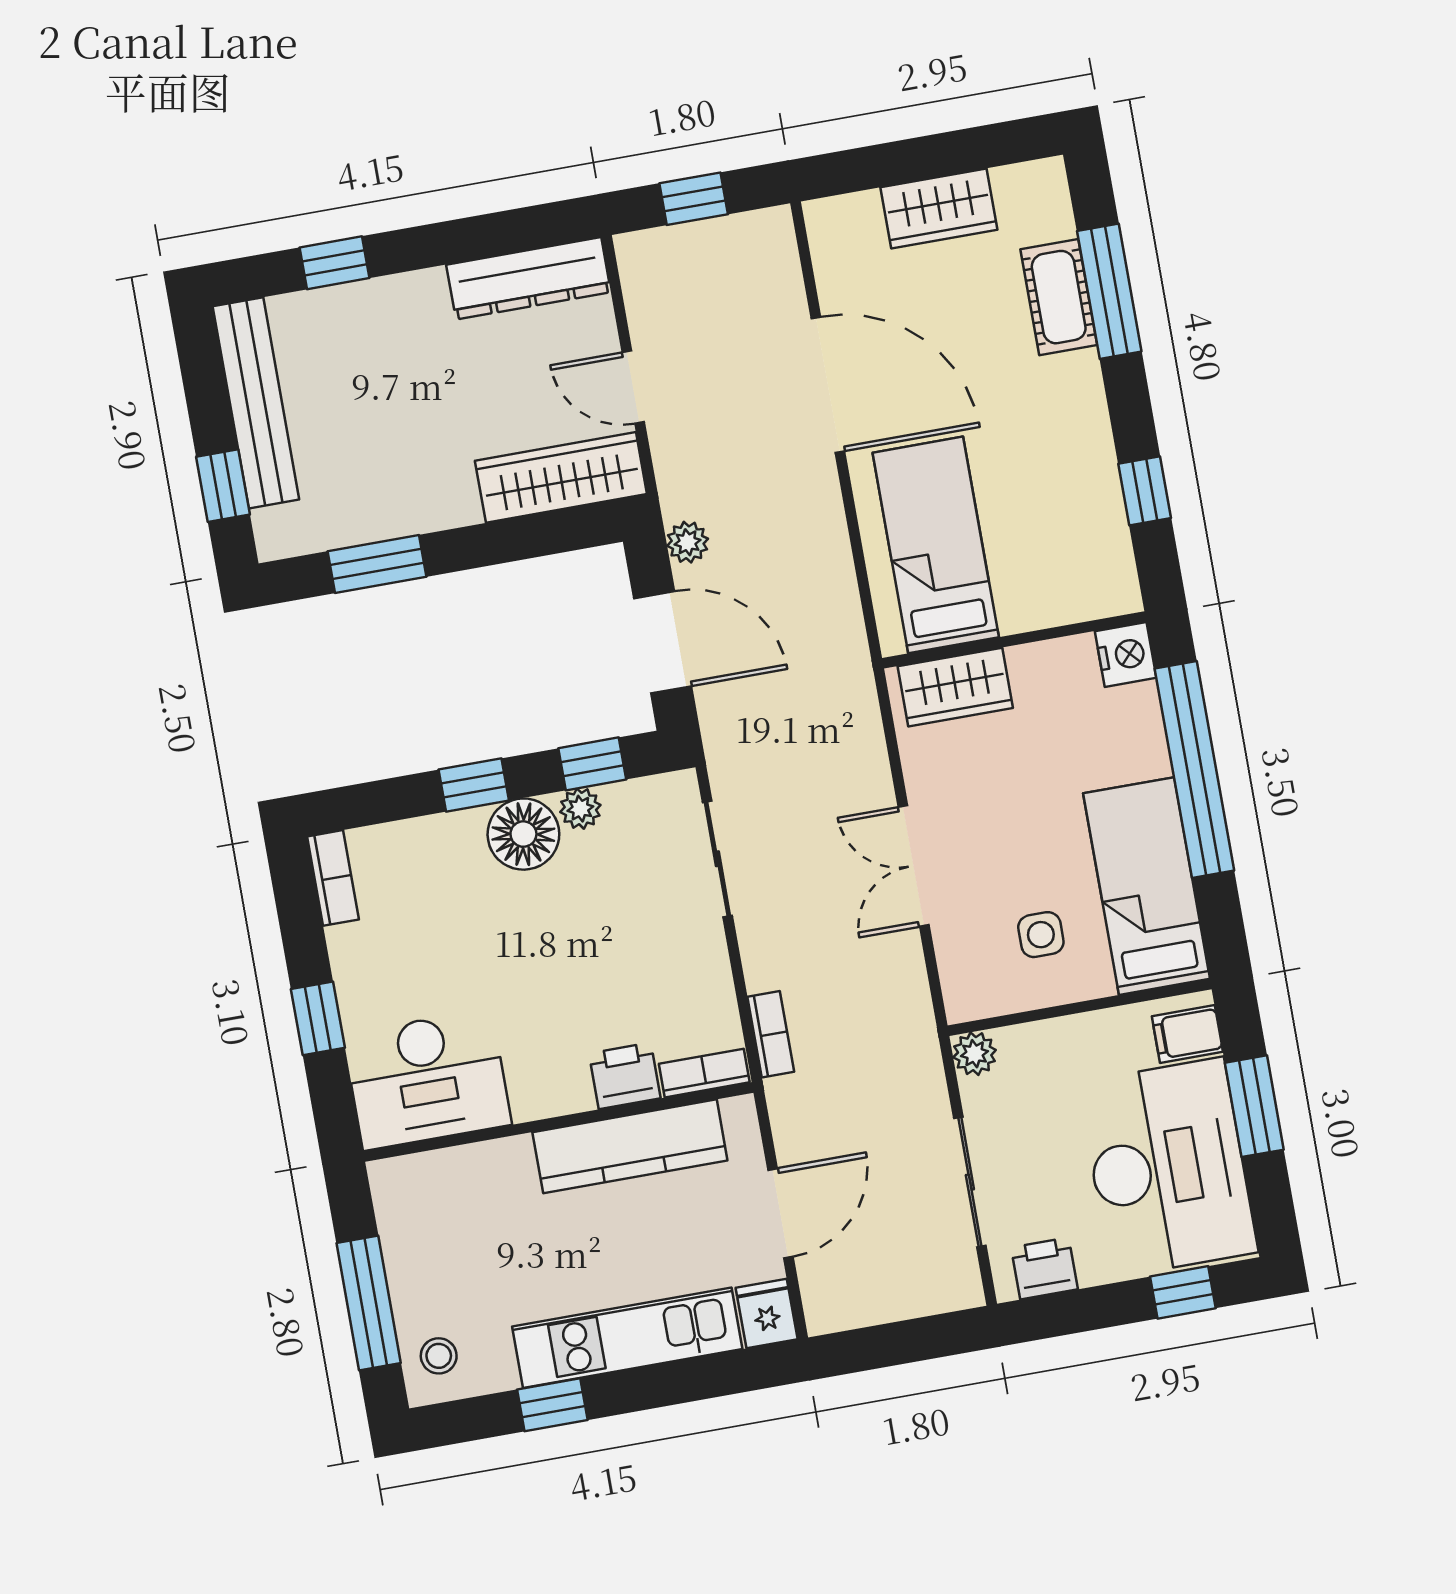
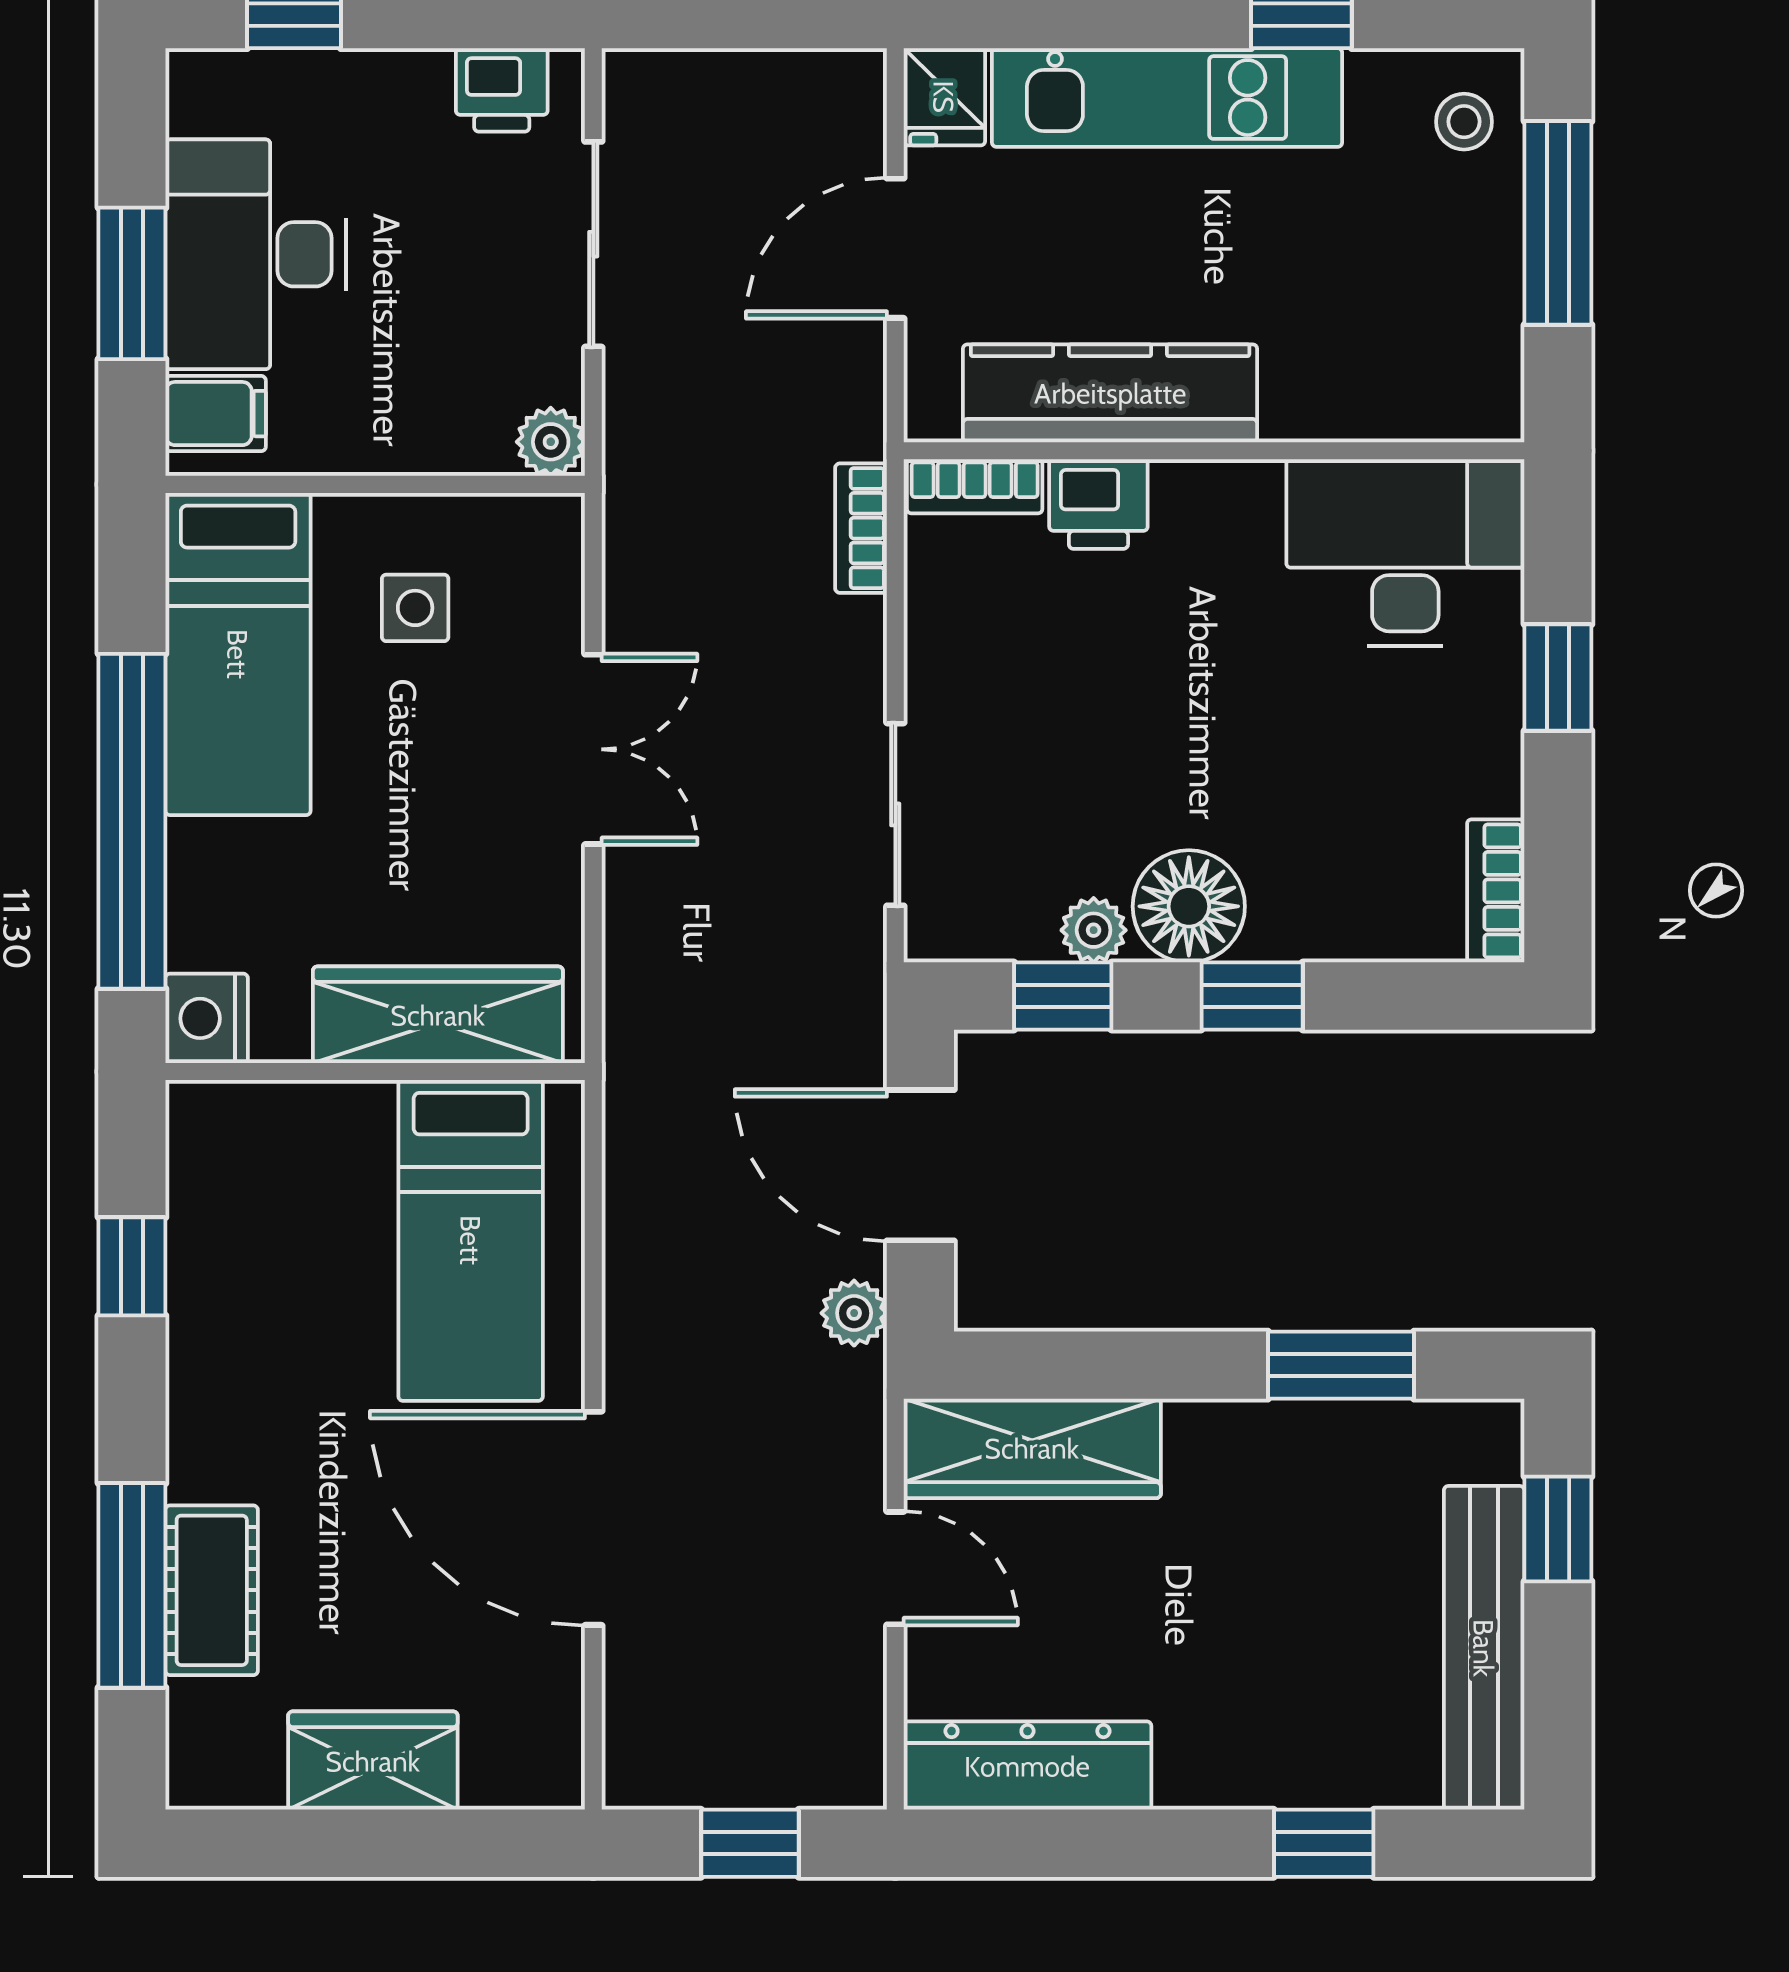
wardrobe: (955, 687) -> (438, 1015), width x1.50
desk: (1168, 1167) -> (256, 254), width x0.73, depth x0.77

